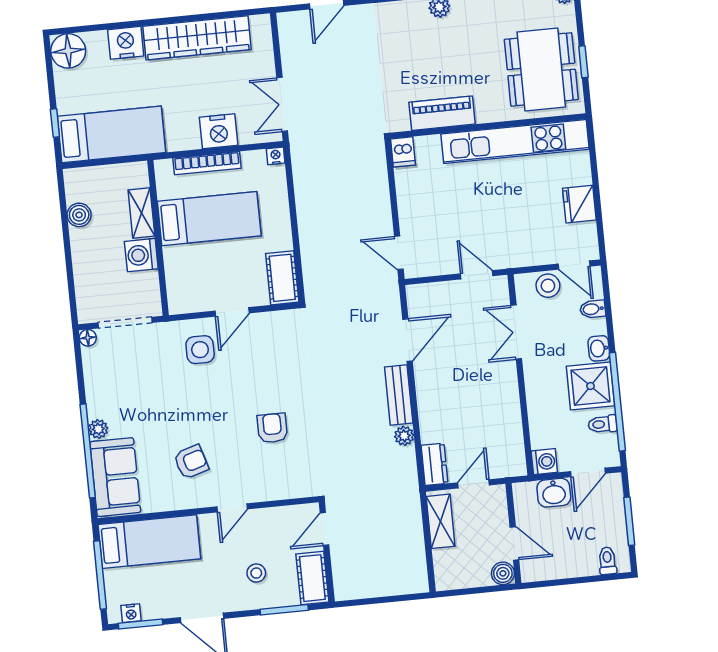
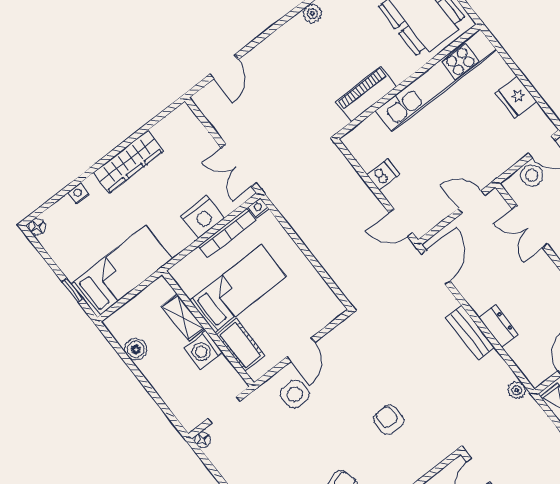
wardrobe: (197, 38) -> (128, 162), width x0.71, depth x0.85
nightstand: (126, 43) -> (79, 194), width x0.53, depth x0.56
floor lamp: (68, 51) -> (37, 227), width x0.53, depth x0.53
dishwasher: (403, 152) -> (383, 175), moved, turned -90
bookcase: (207, 163) -> (227, 233), moved
cot: (282, 278) -> (241, 345), moved
doorway: (125, 323) -> (224, 410), width x0.73
door: (408, 340) -> (436, 268), moved
plant: (404, 436) -> (517, 390), moved
dresser: (434, 464) -> (498, 326), moved

